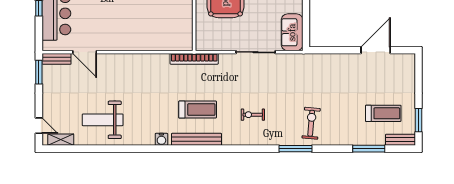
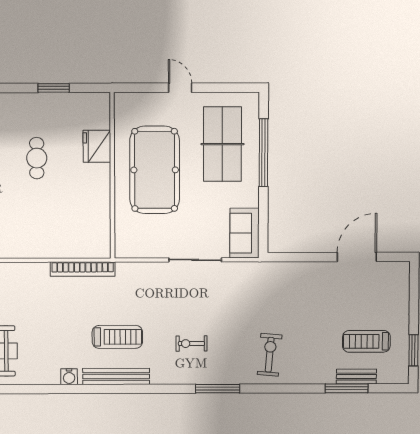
bookcase: (194, 59) -> (83, 269), moved
treadmill: (383, 113) -> (366, 341), turned 180
bench: (400, 140) -> (356, 377), moved
window: (296, 149) -> (218, 389), moved

